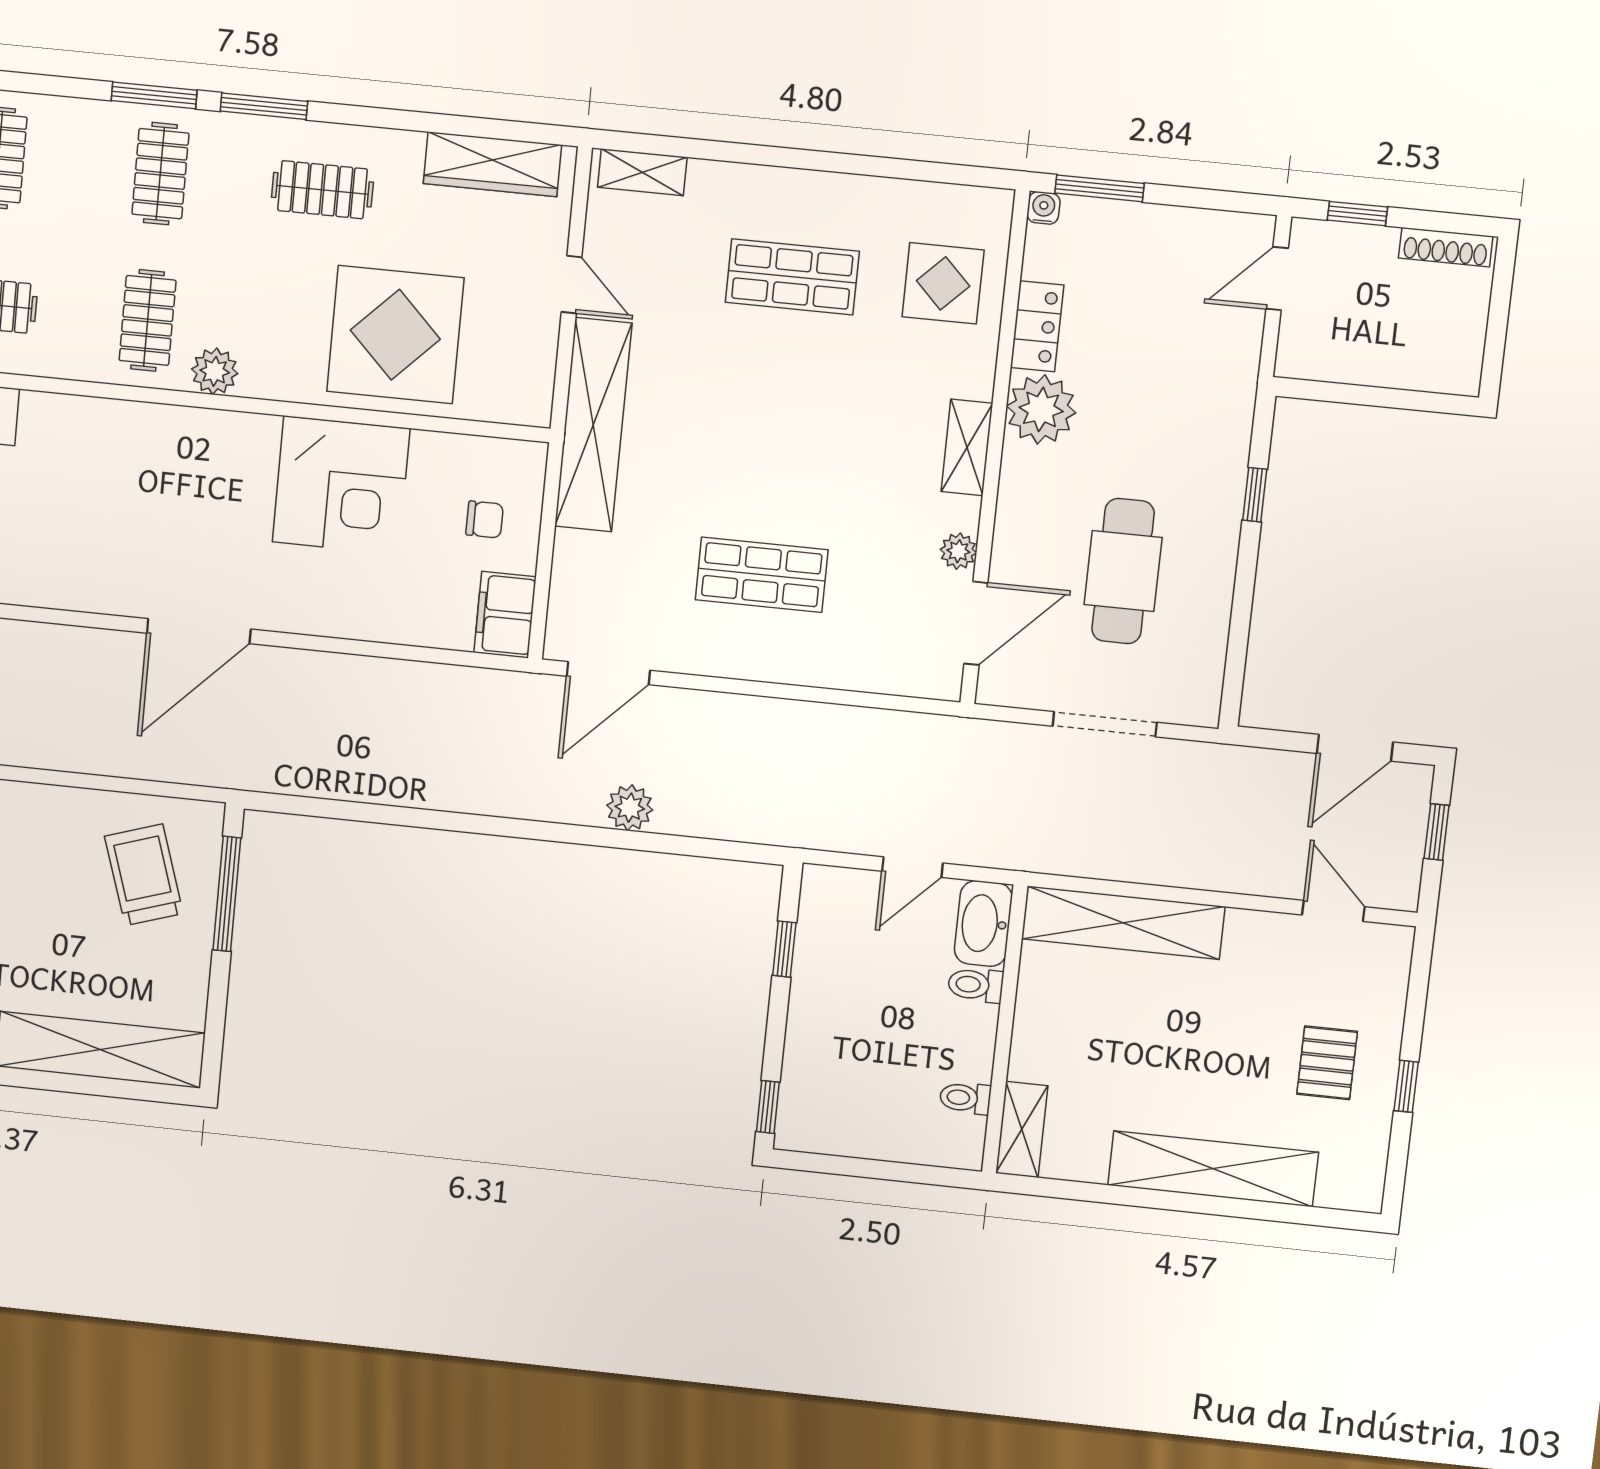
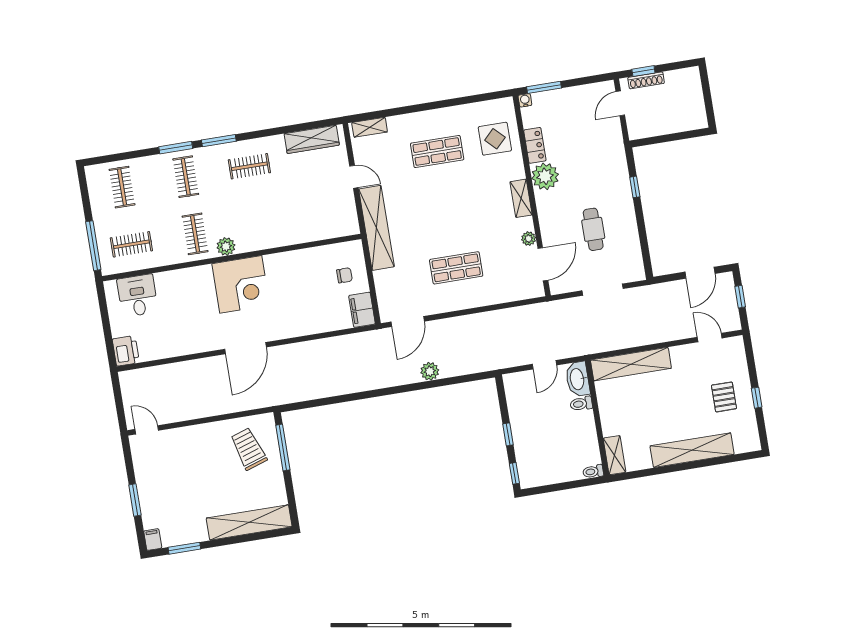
shoe rack: (1446, 247) -> (646, 80), moved
display table: (395, 335) -> (292, 214), removed
corner desk: (341, 485) -> (241, 284), moved
cafe table: (1123, 571) -> (593, 229), width x0.73, depth x0.74
window: (784, 949) -> (508, 434), moved
toilet: (965, 1098) -> (593, 471), moved

